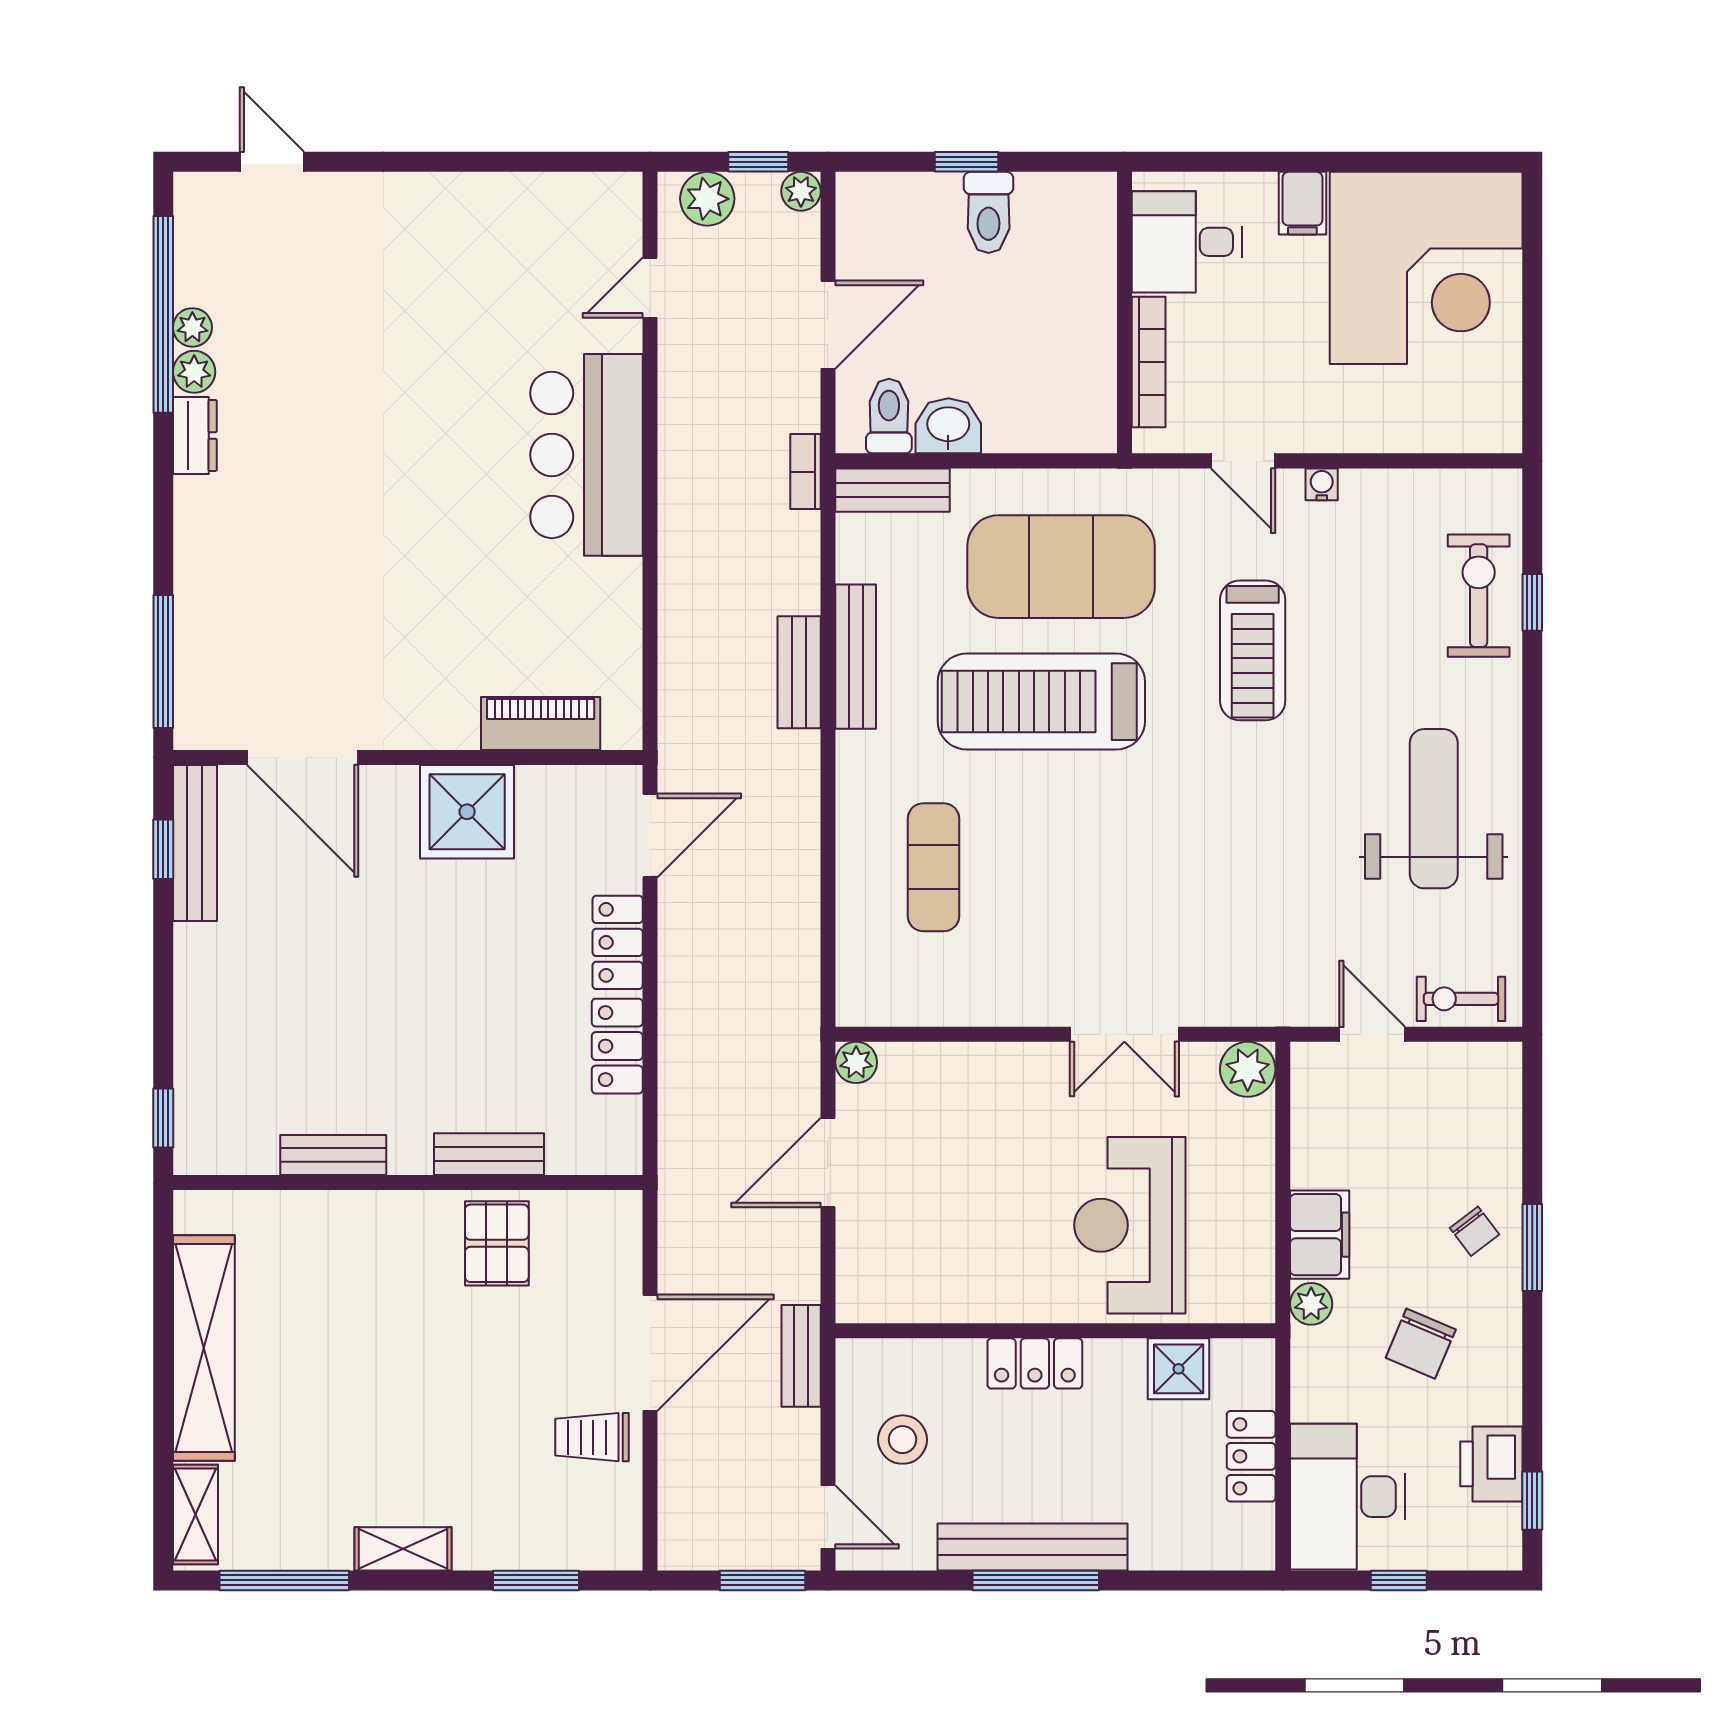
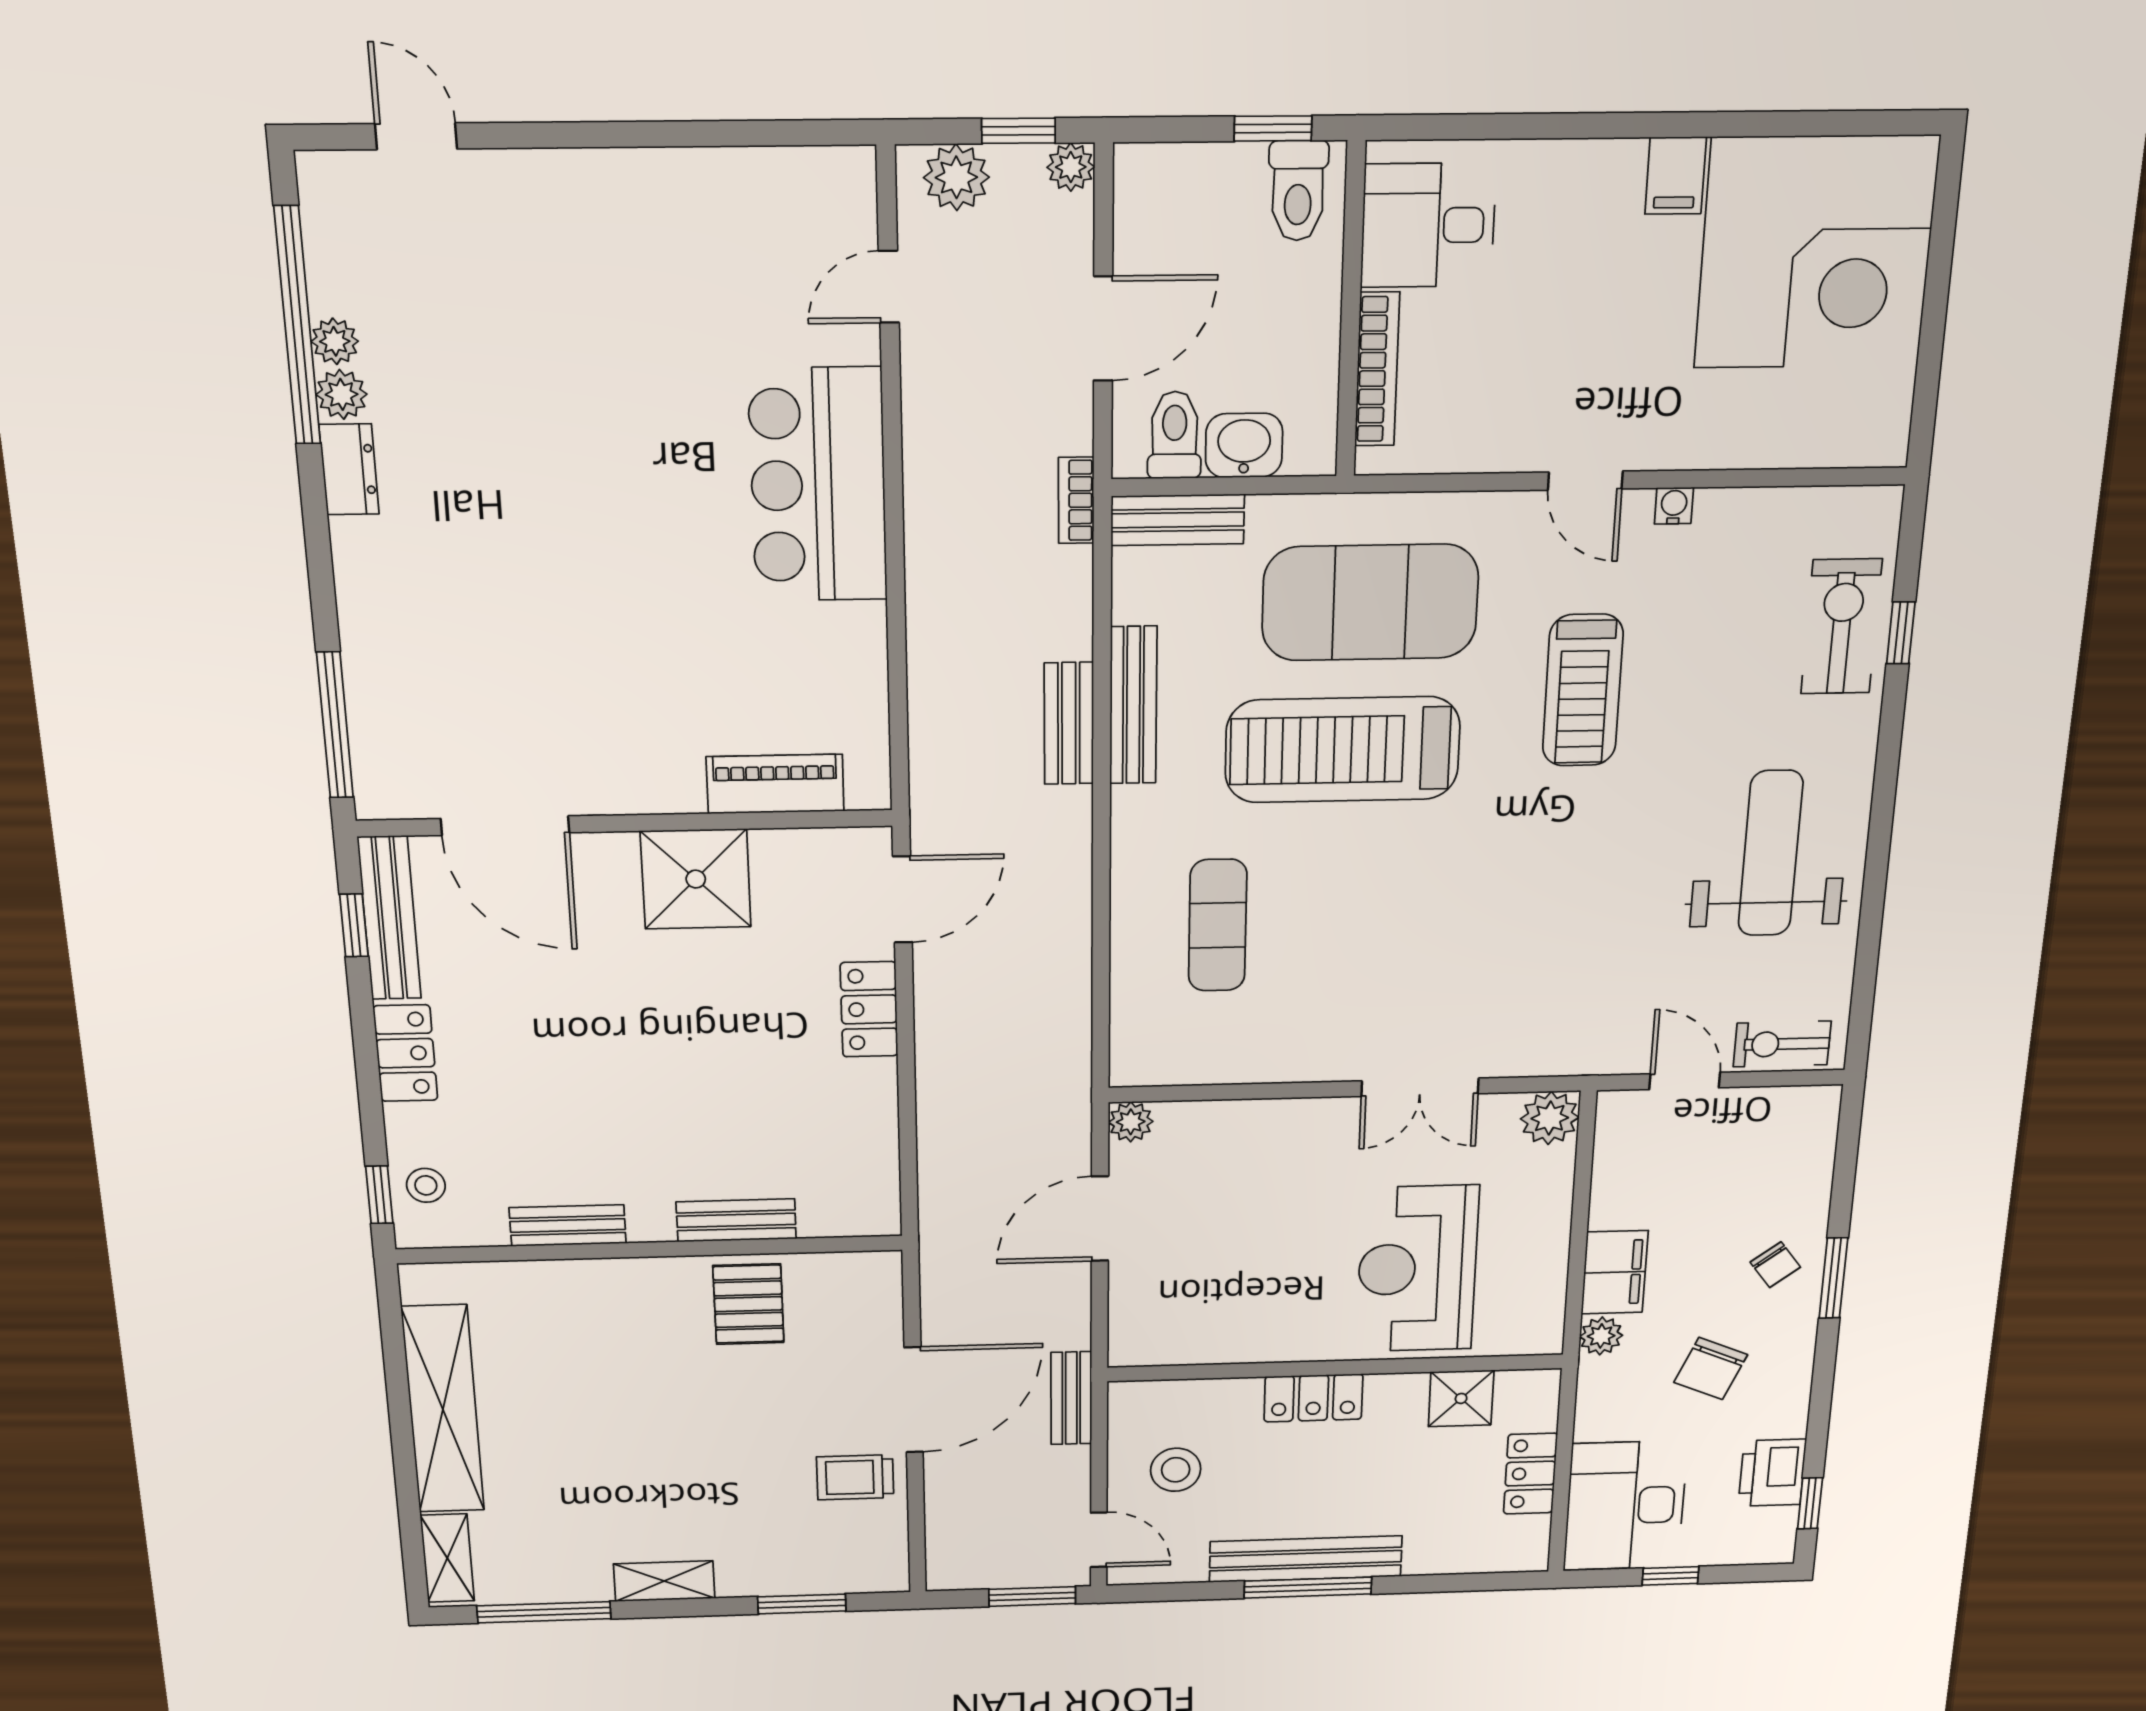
desk: (1187, 242) -> (1428, 225), moved
wall: (1125, 313) -> (1351, 311), moved
bookcase: (1149, 362) -> (1377, 369), moved
locker: (617, 1046) -> (405, 1053), moved, turned 180
stool: (206, 1110) -> (426, 1185), added

